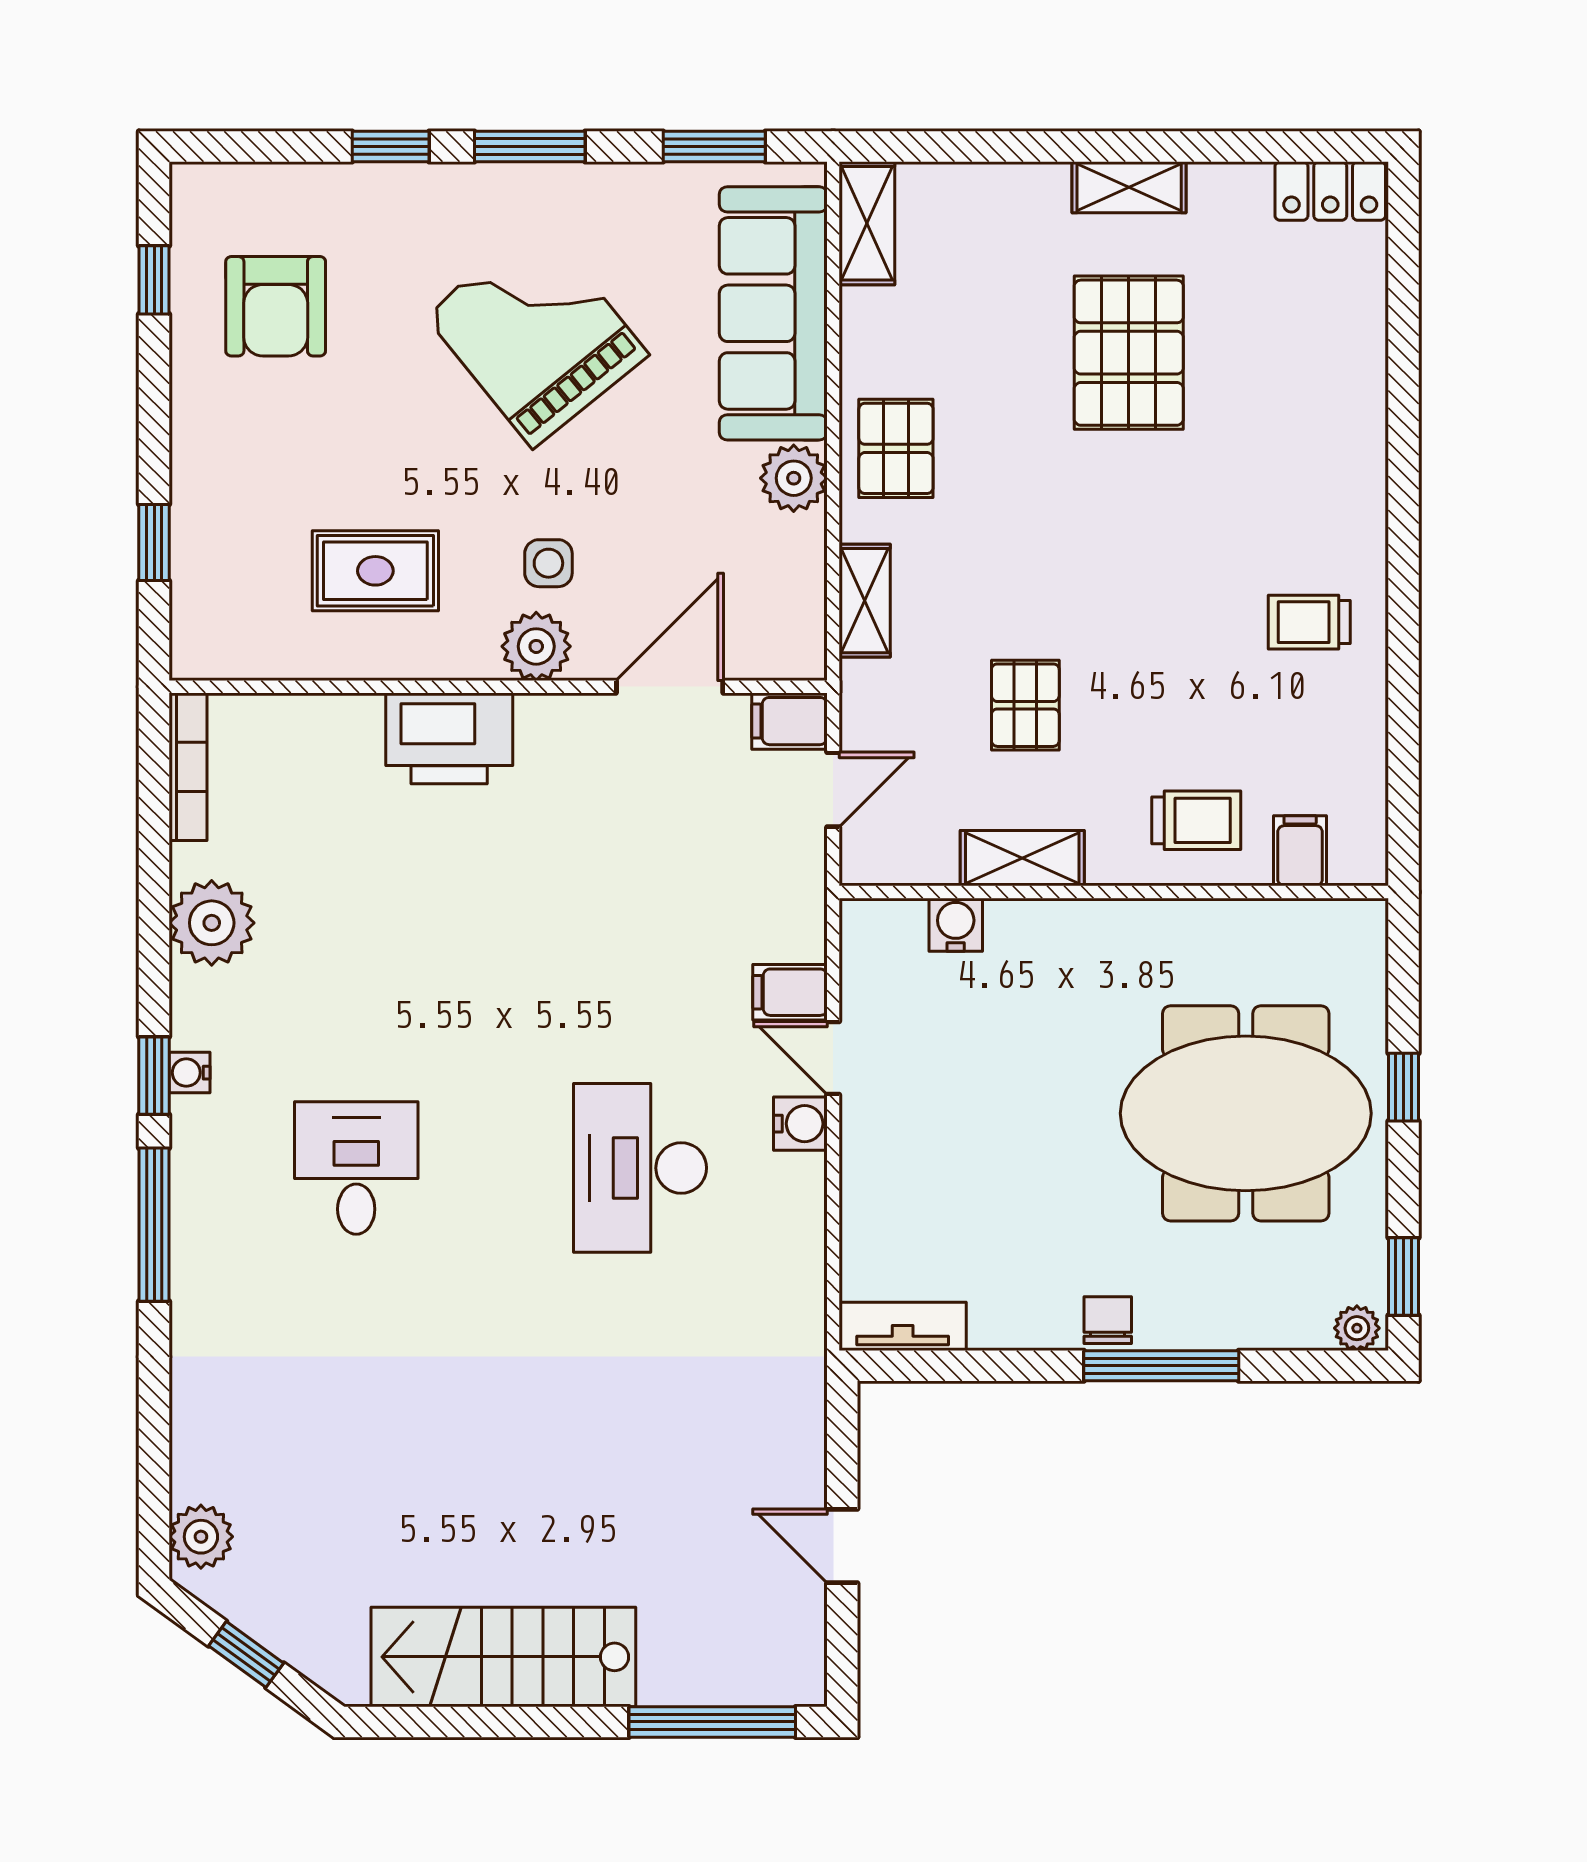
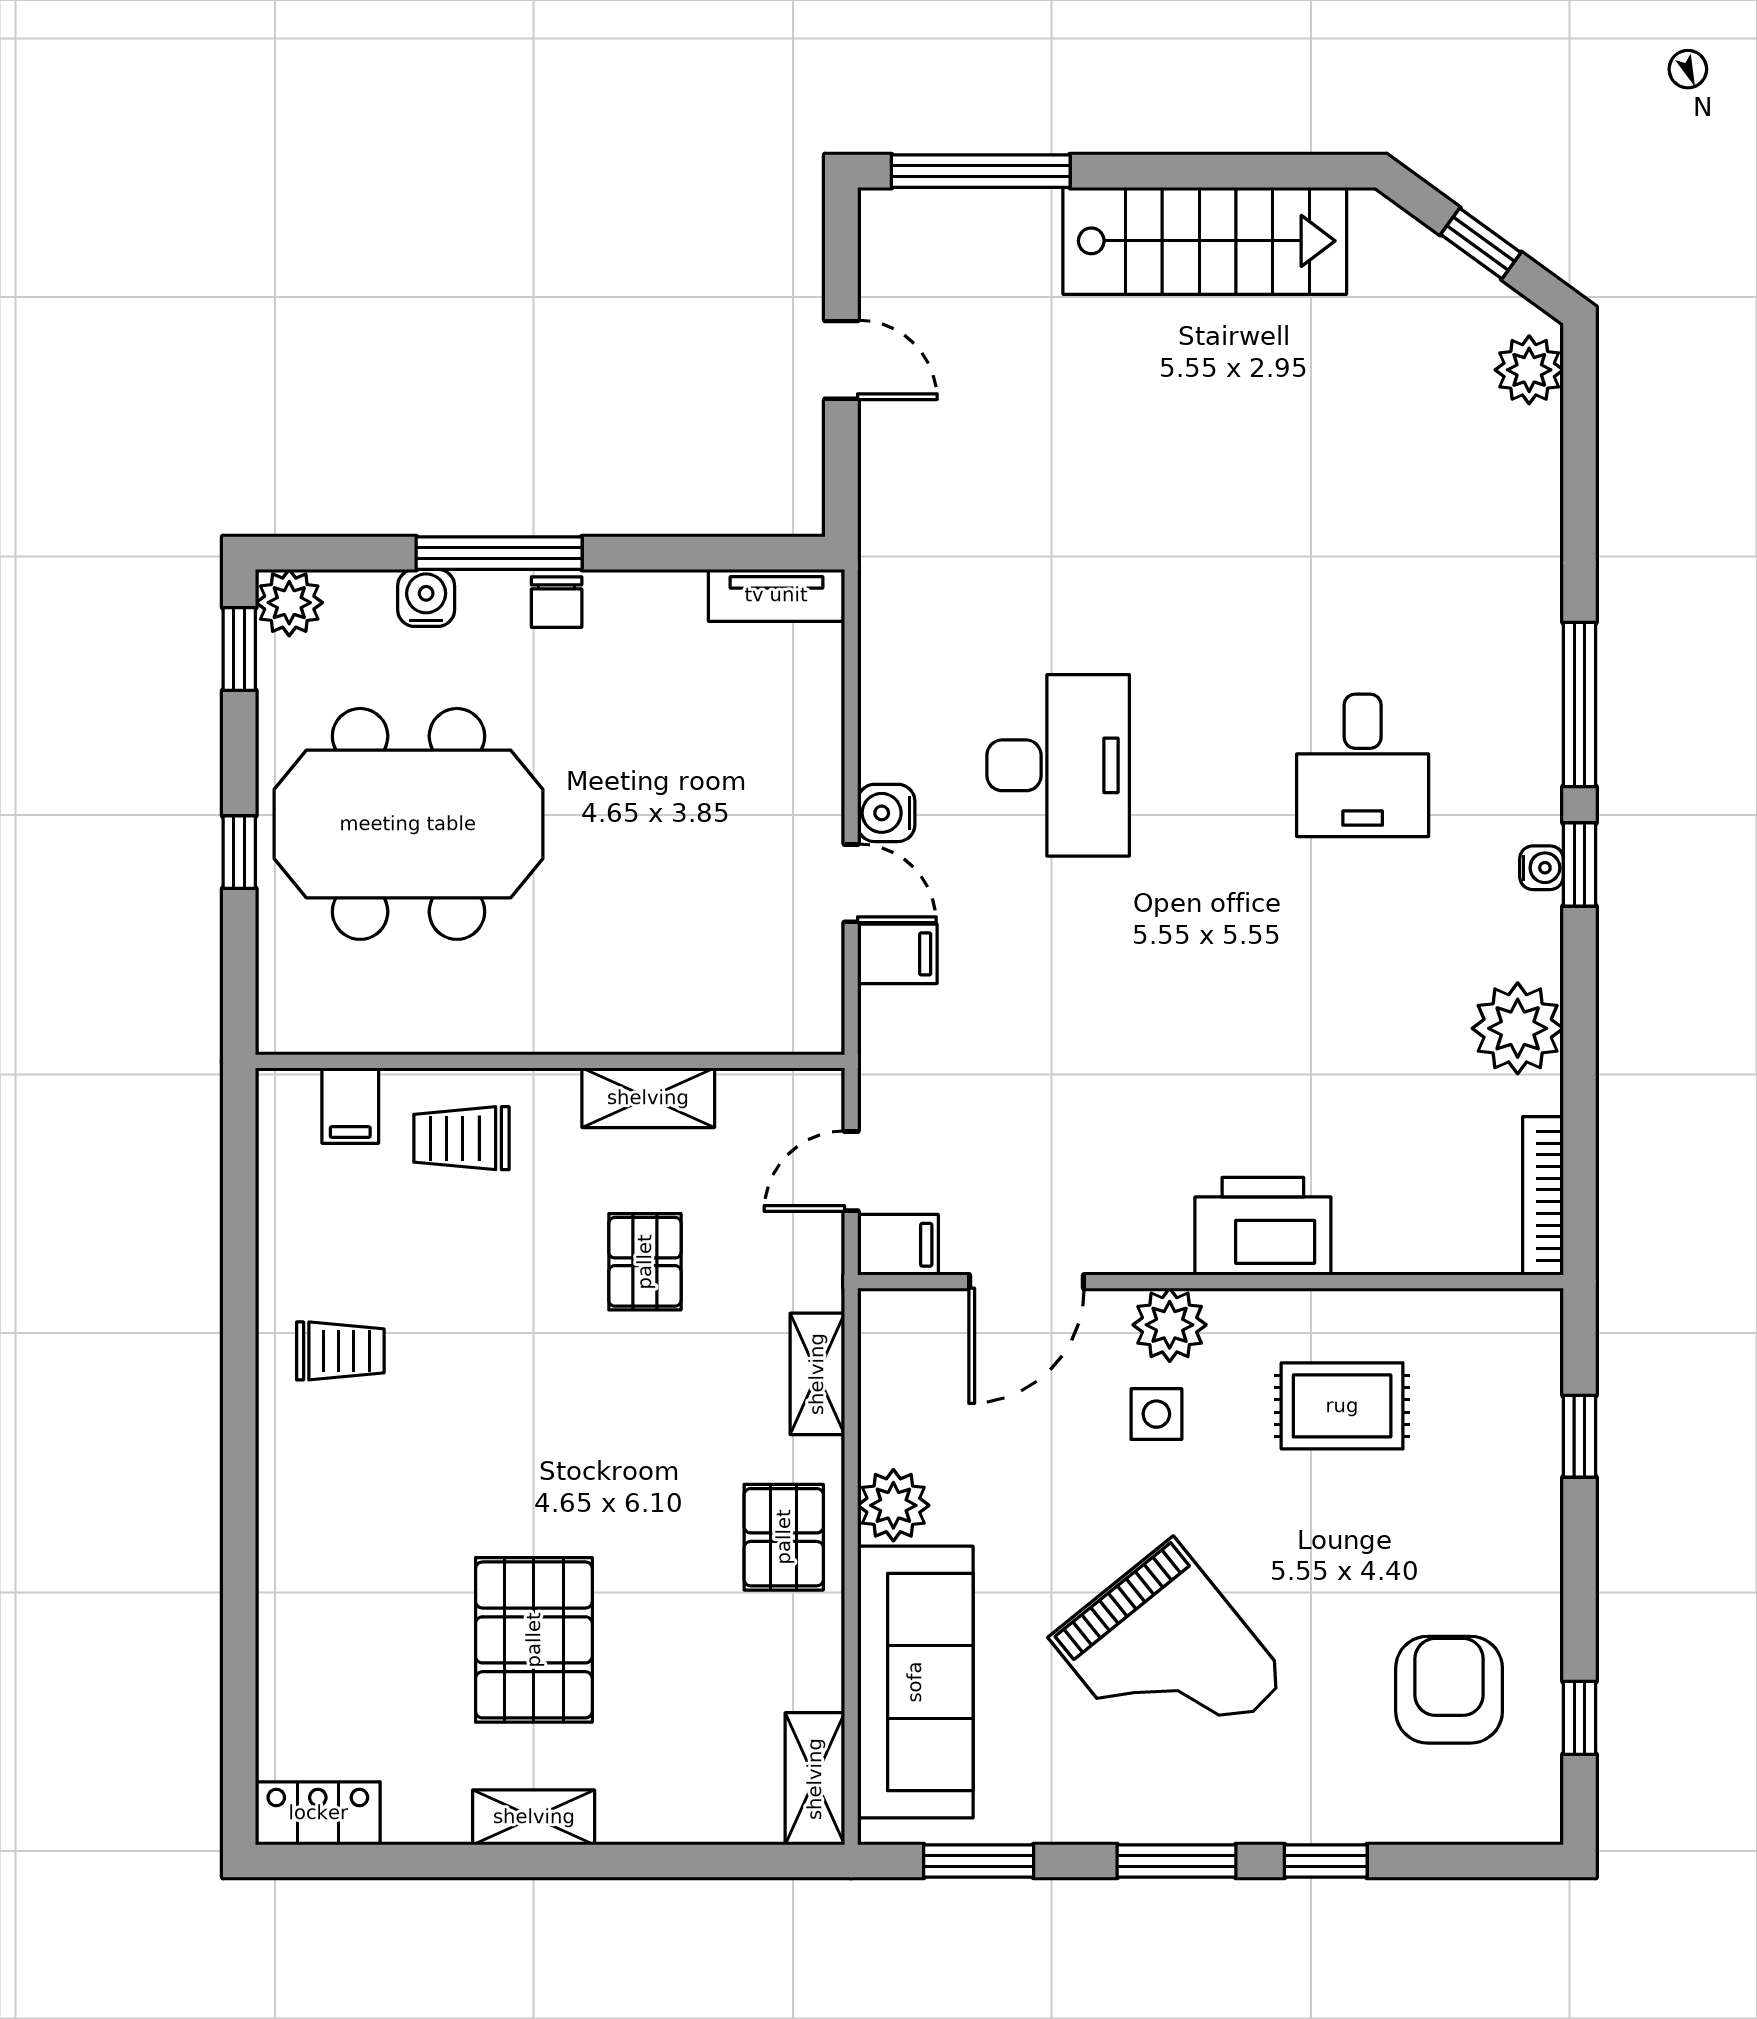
water cooler: (956, 925) -> (426, 598), moved, turned 180
plant: (1357, 1328) -> (289, 603), width x1.38, depth x1.38

